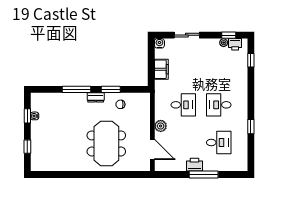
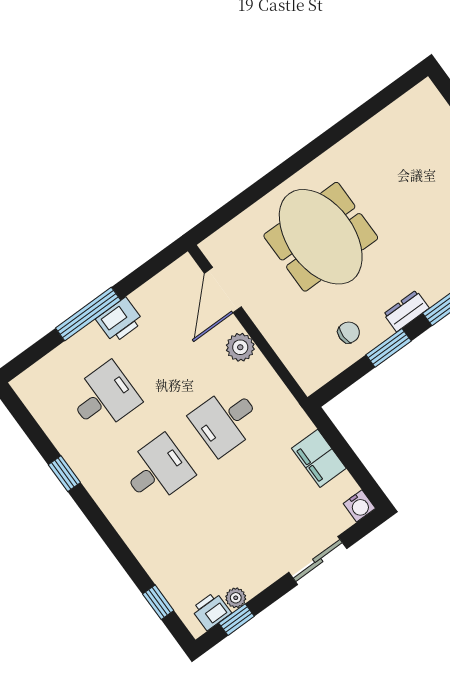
desk: (219, 143) -> (104, 398), turned 180
door: (152, 150) -> (223, 290), hinge flipped

